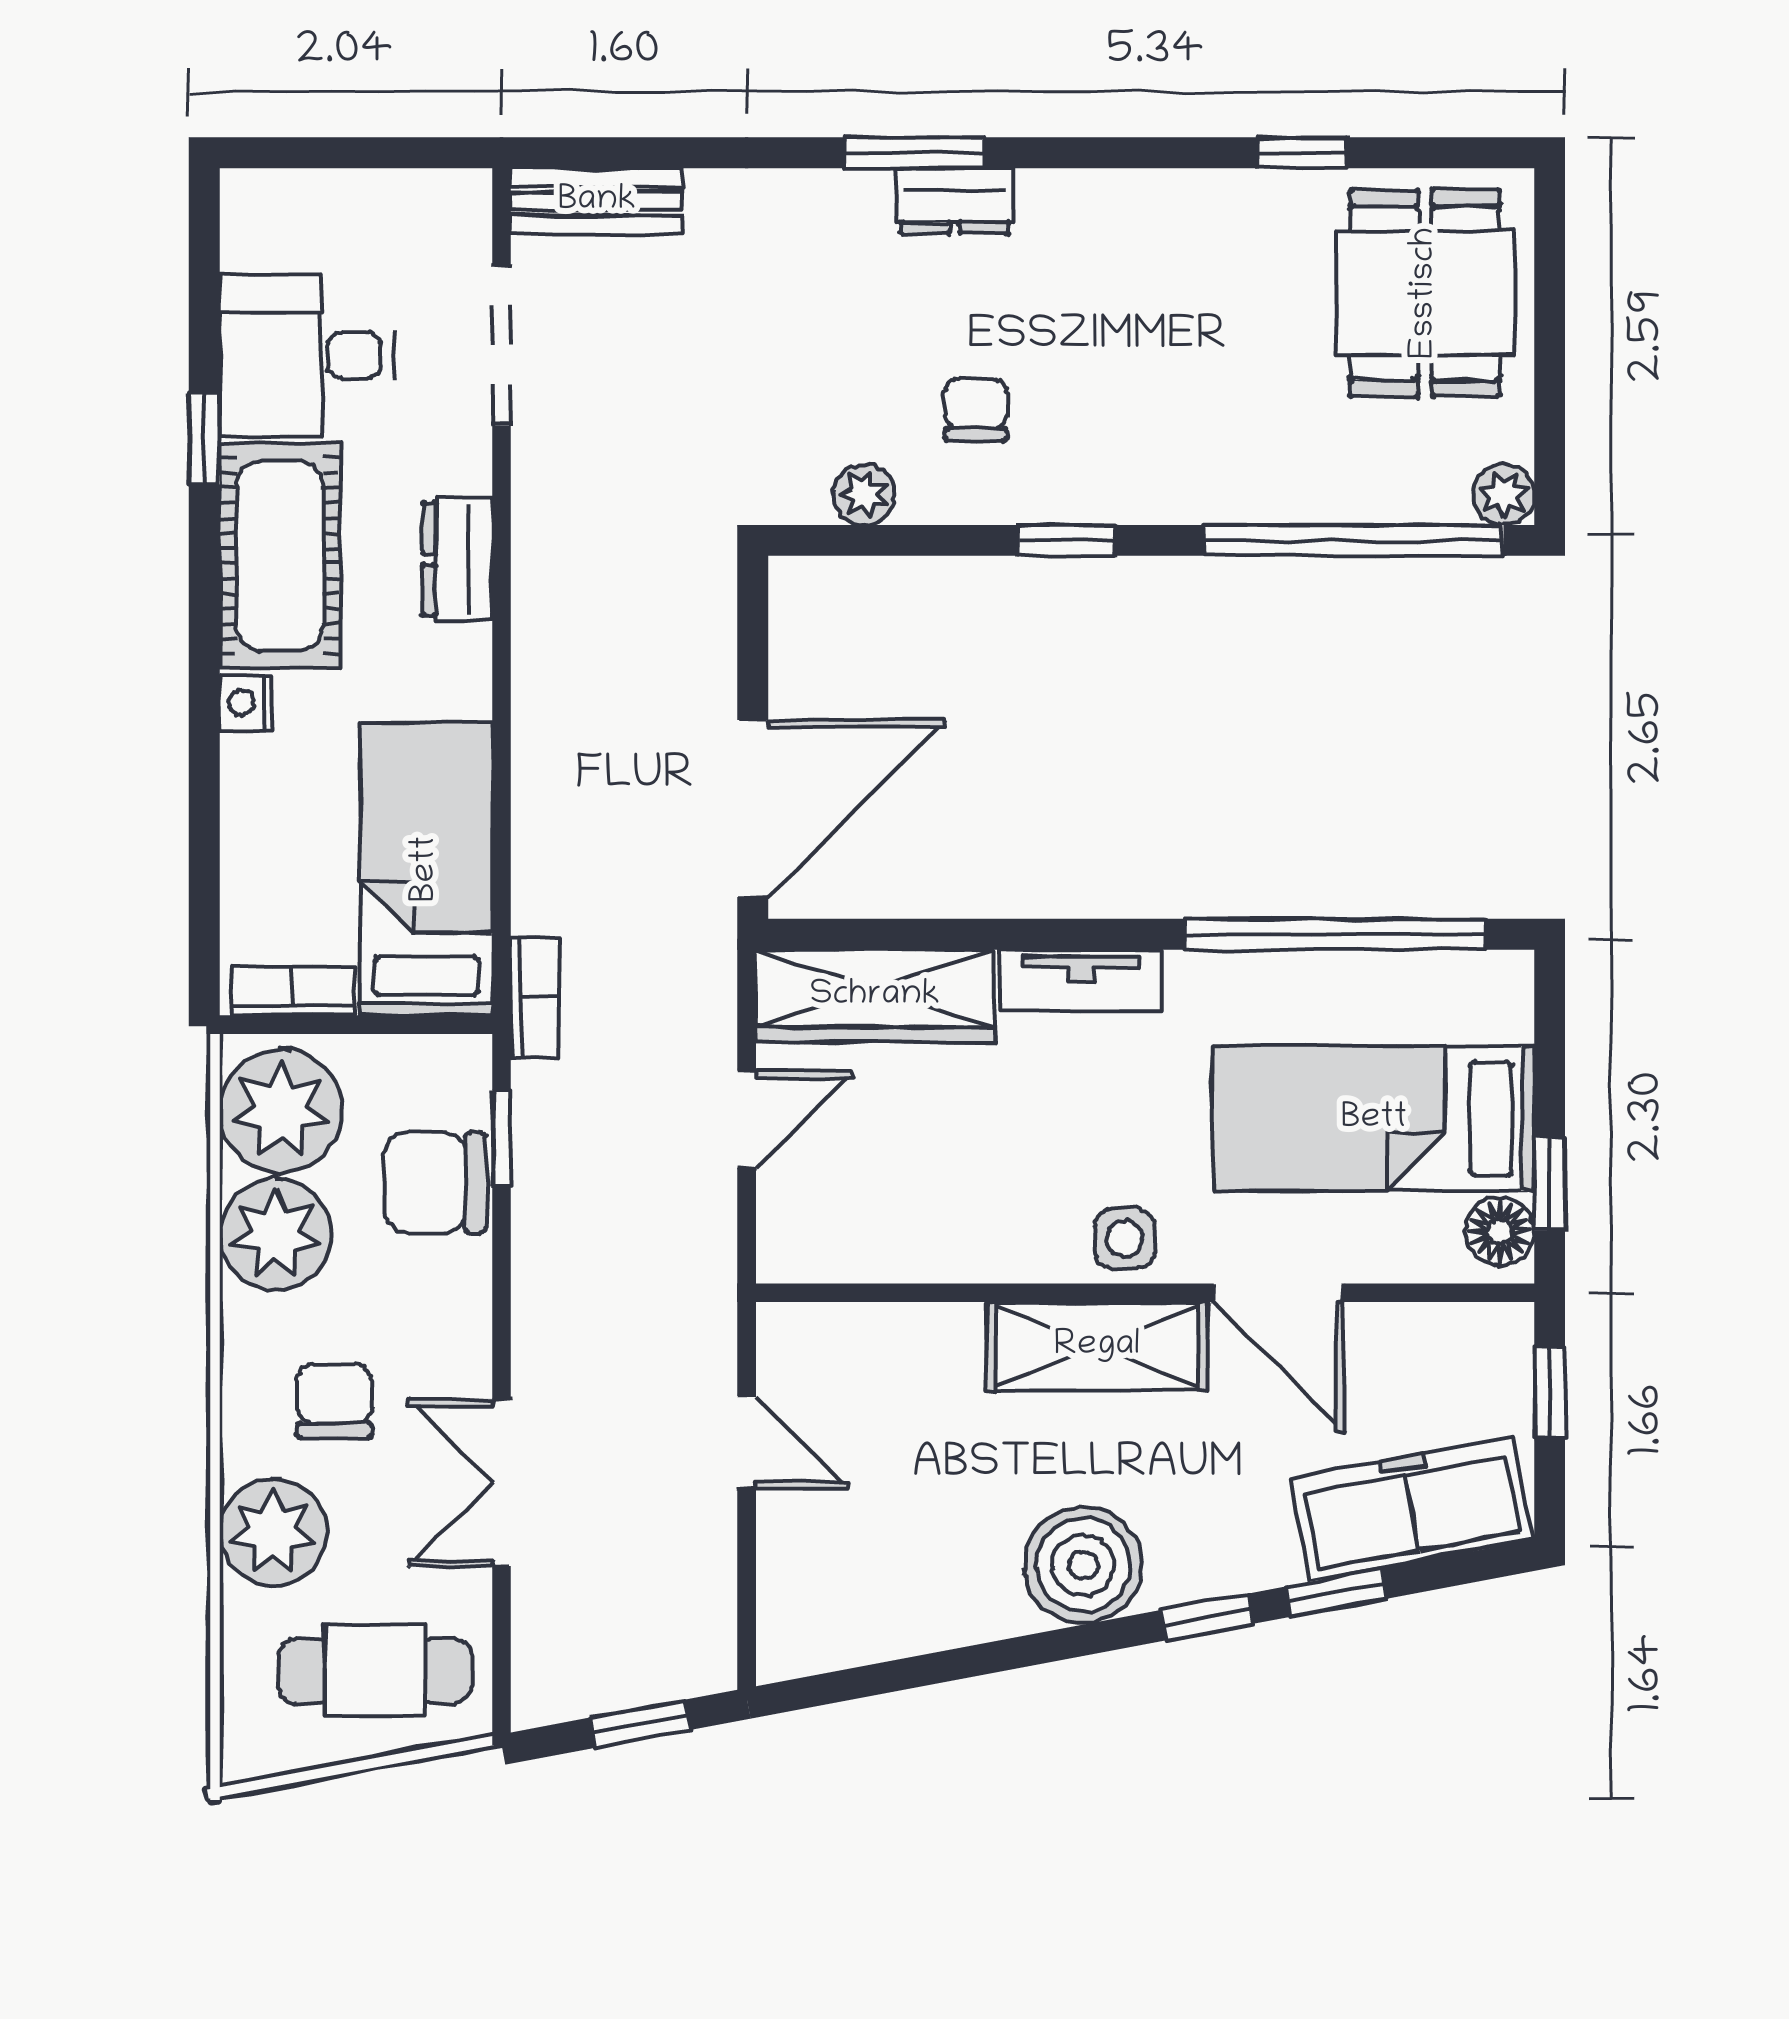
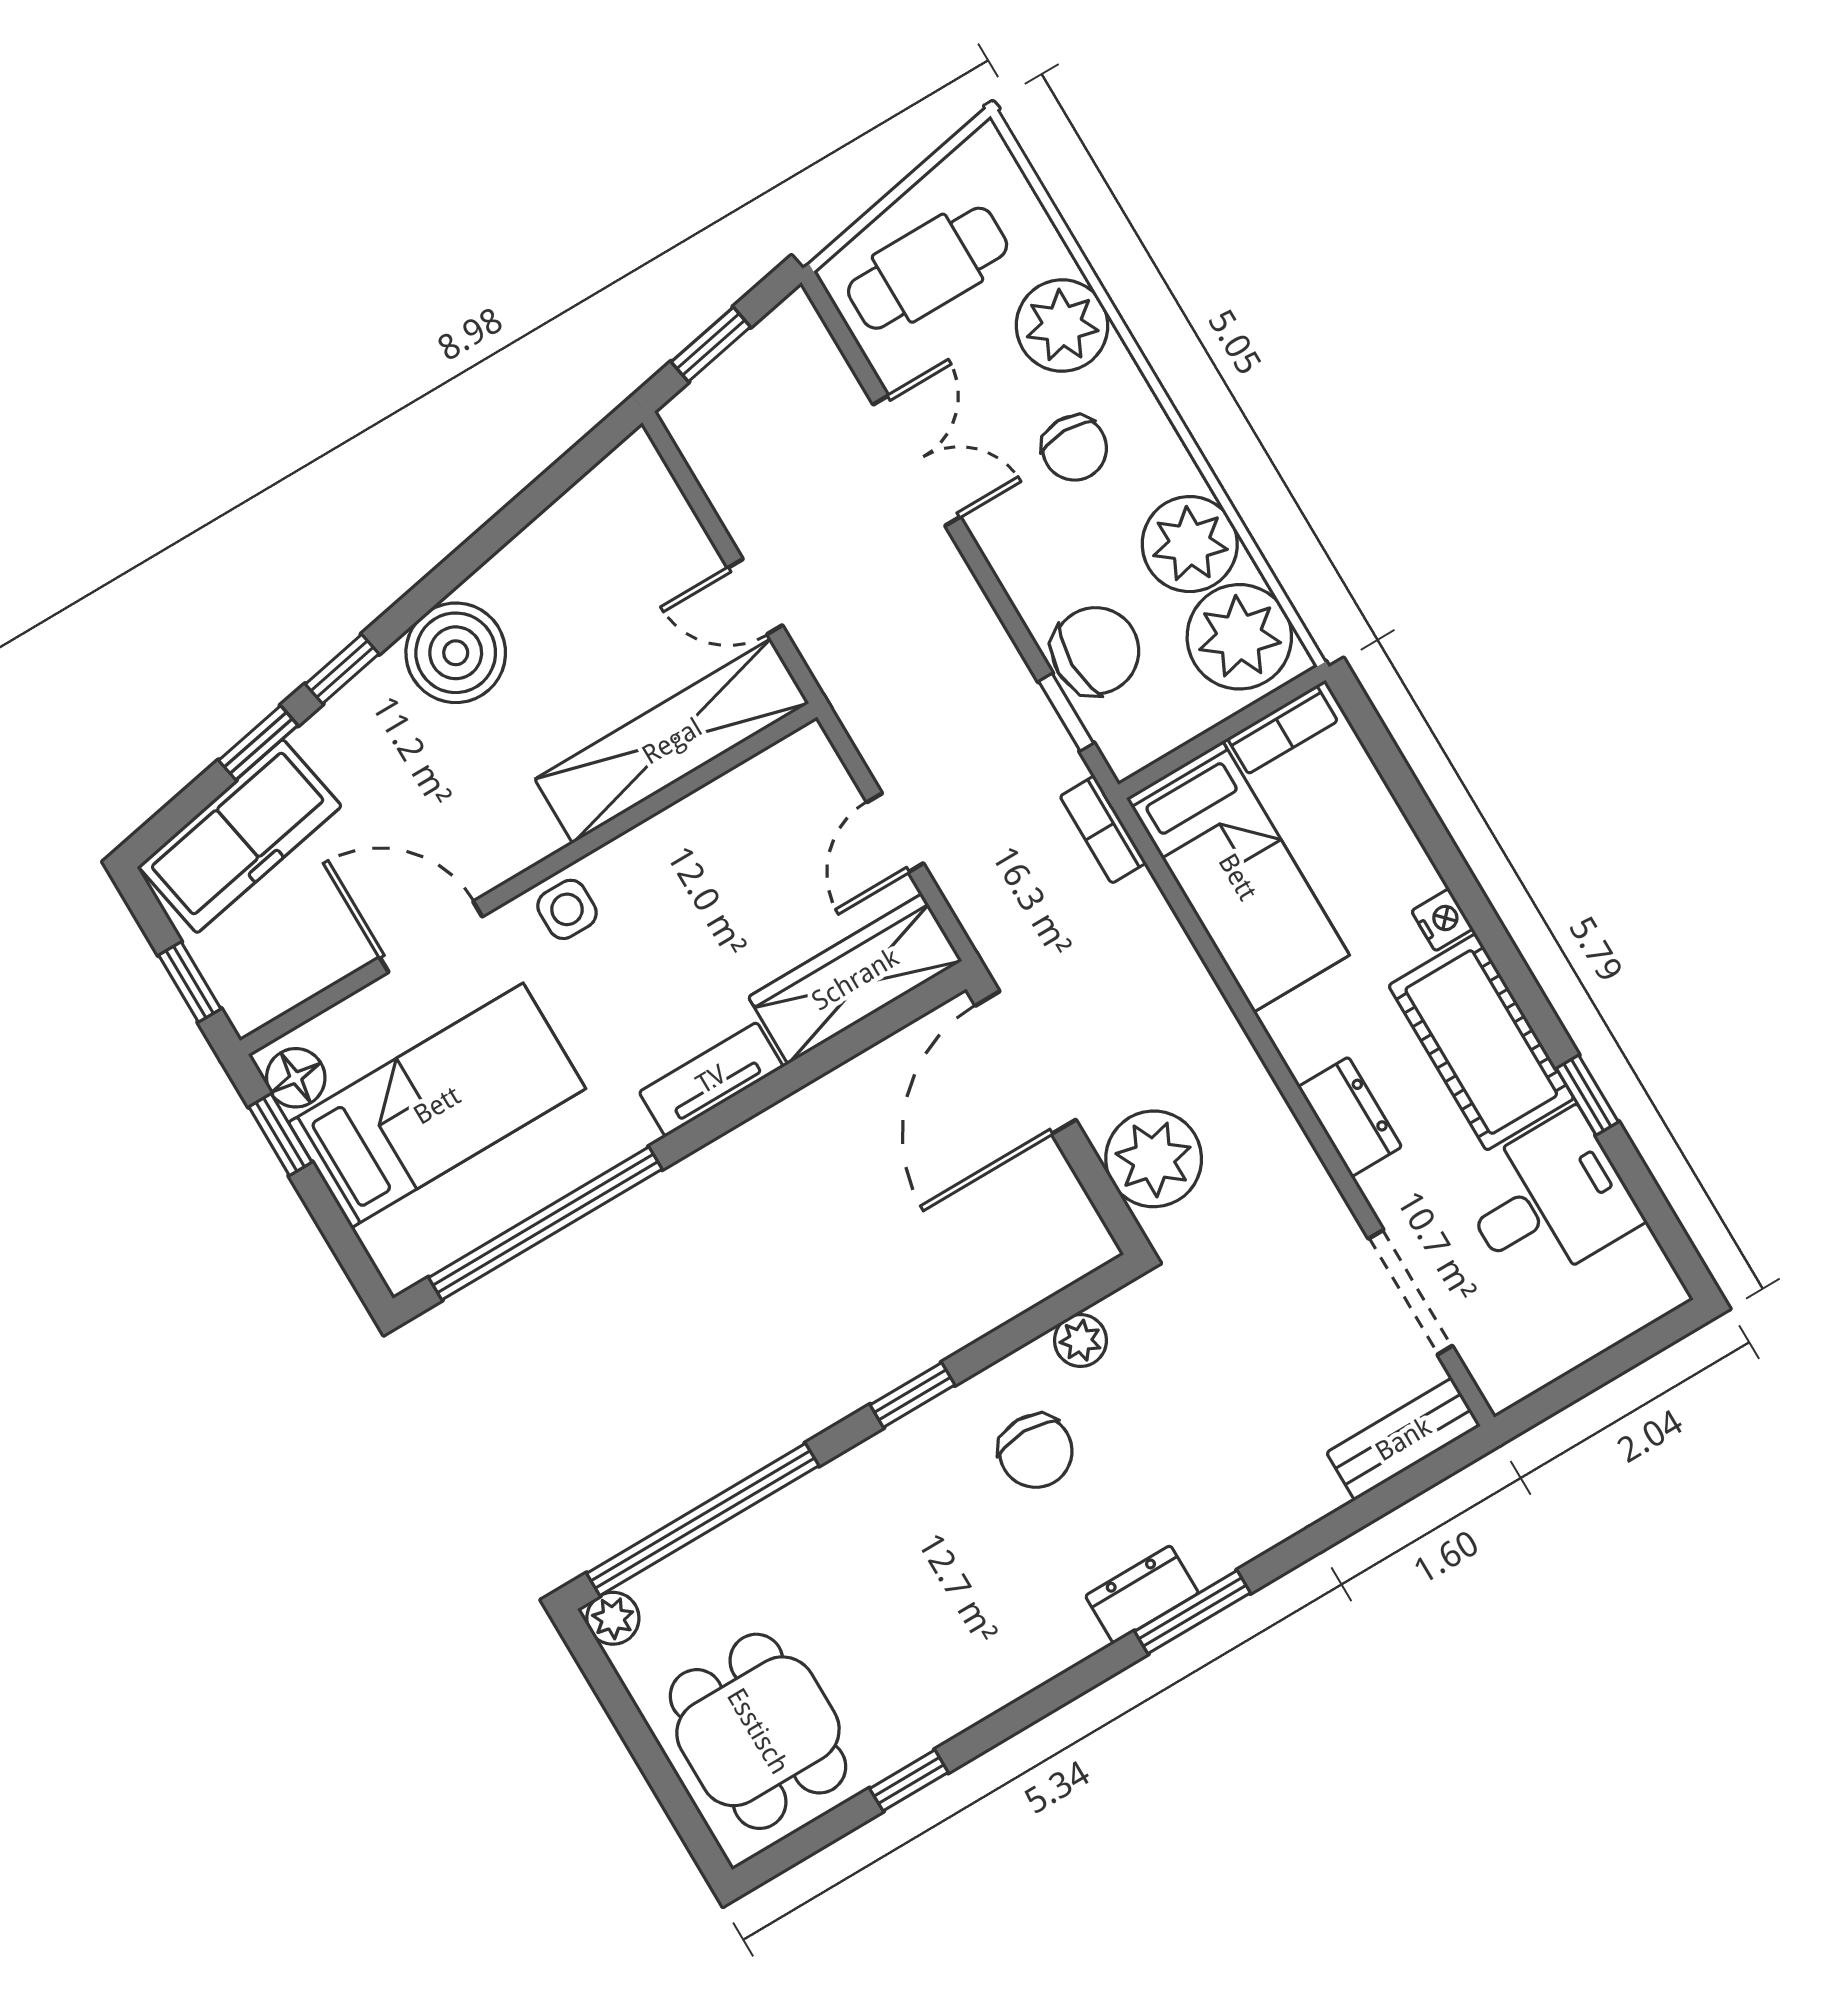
chair: (976, 410) -> (1036, 1451), width x1.37, depth x1.37
plant: (681, 634) -> (1154, 1159), added
shelving: (1097, 1346) -> (672, 741), moved, width x1.47

